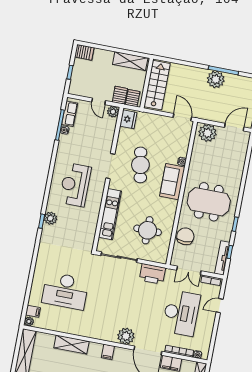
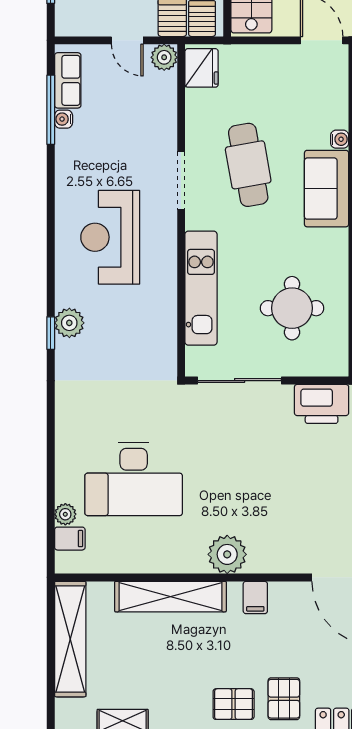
plant: (29, 321) -> (65, 514), moved
plant: (126, 336) -> (227, 554), moved
shelving: (71, 345) -> (170, 597), width x1.47

